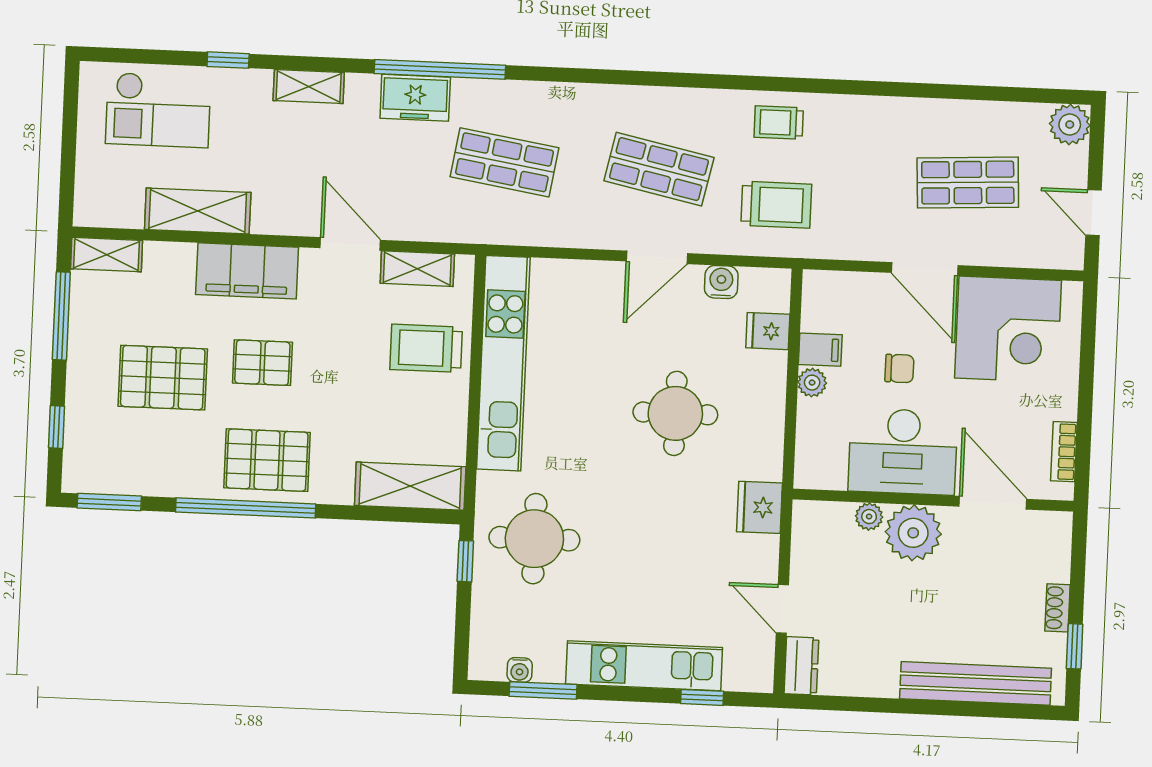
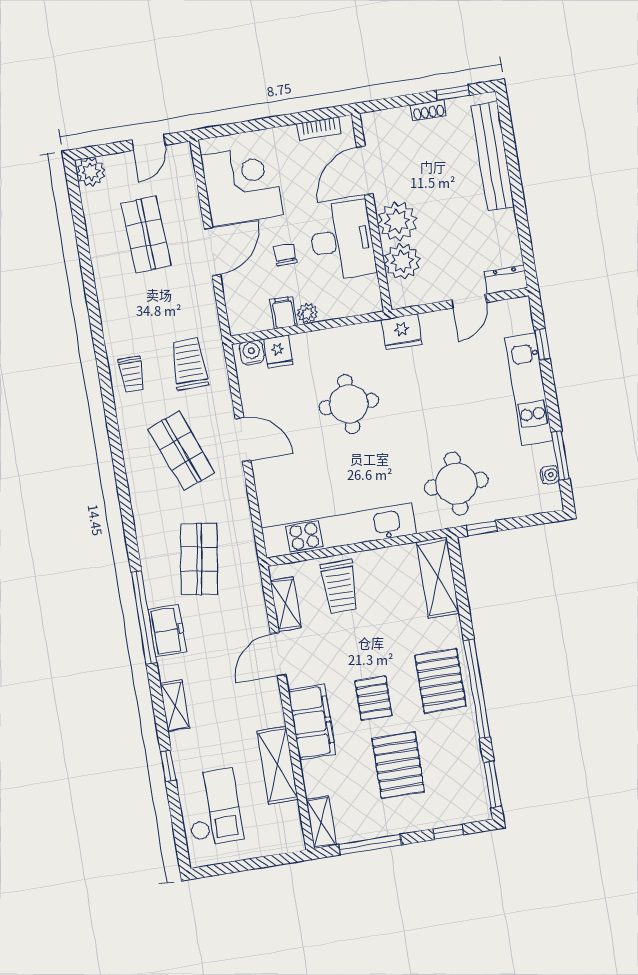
shop shelf: (659, 169) -> (181, 451), turned -33
water cooler: (721, 282) -> (252, 353), moved, turned 90
plant: (869, 517) -> (402, 261), width x1.87, depth x1.87

